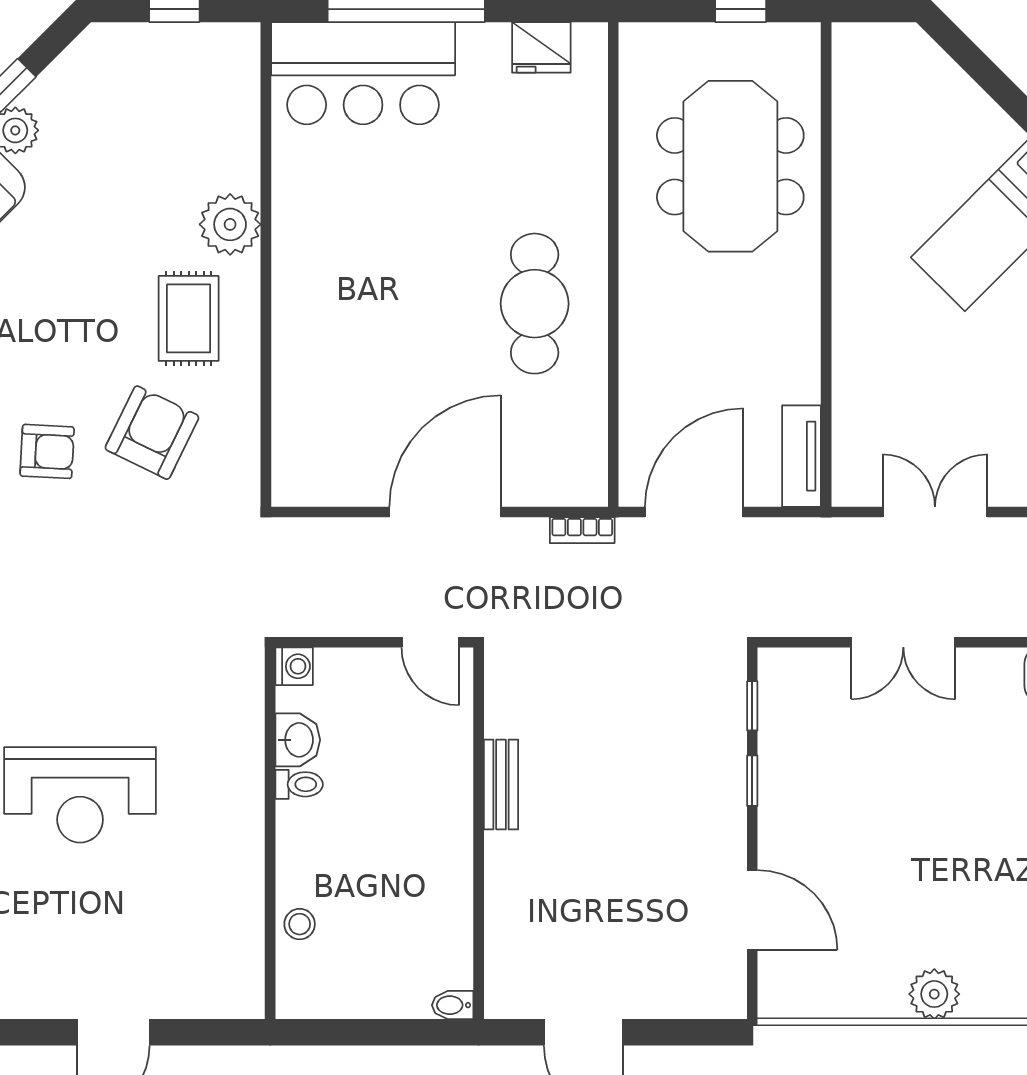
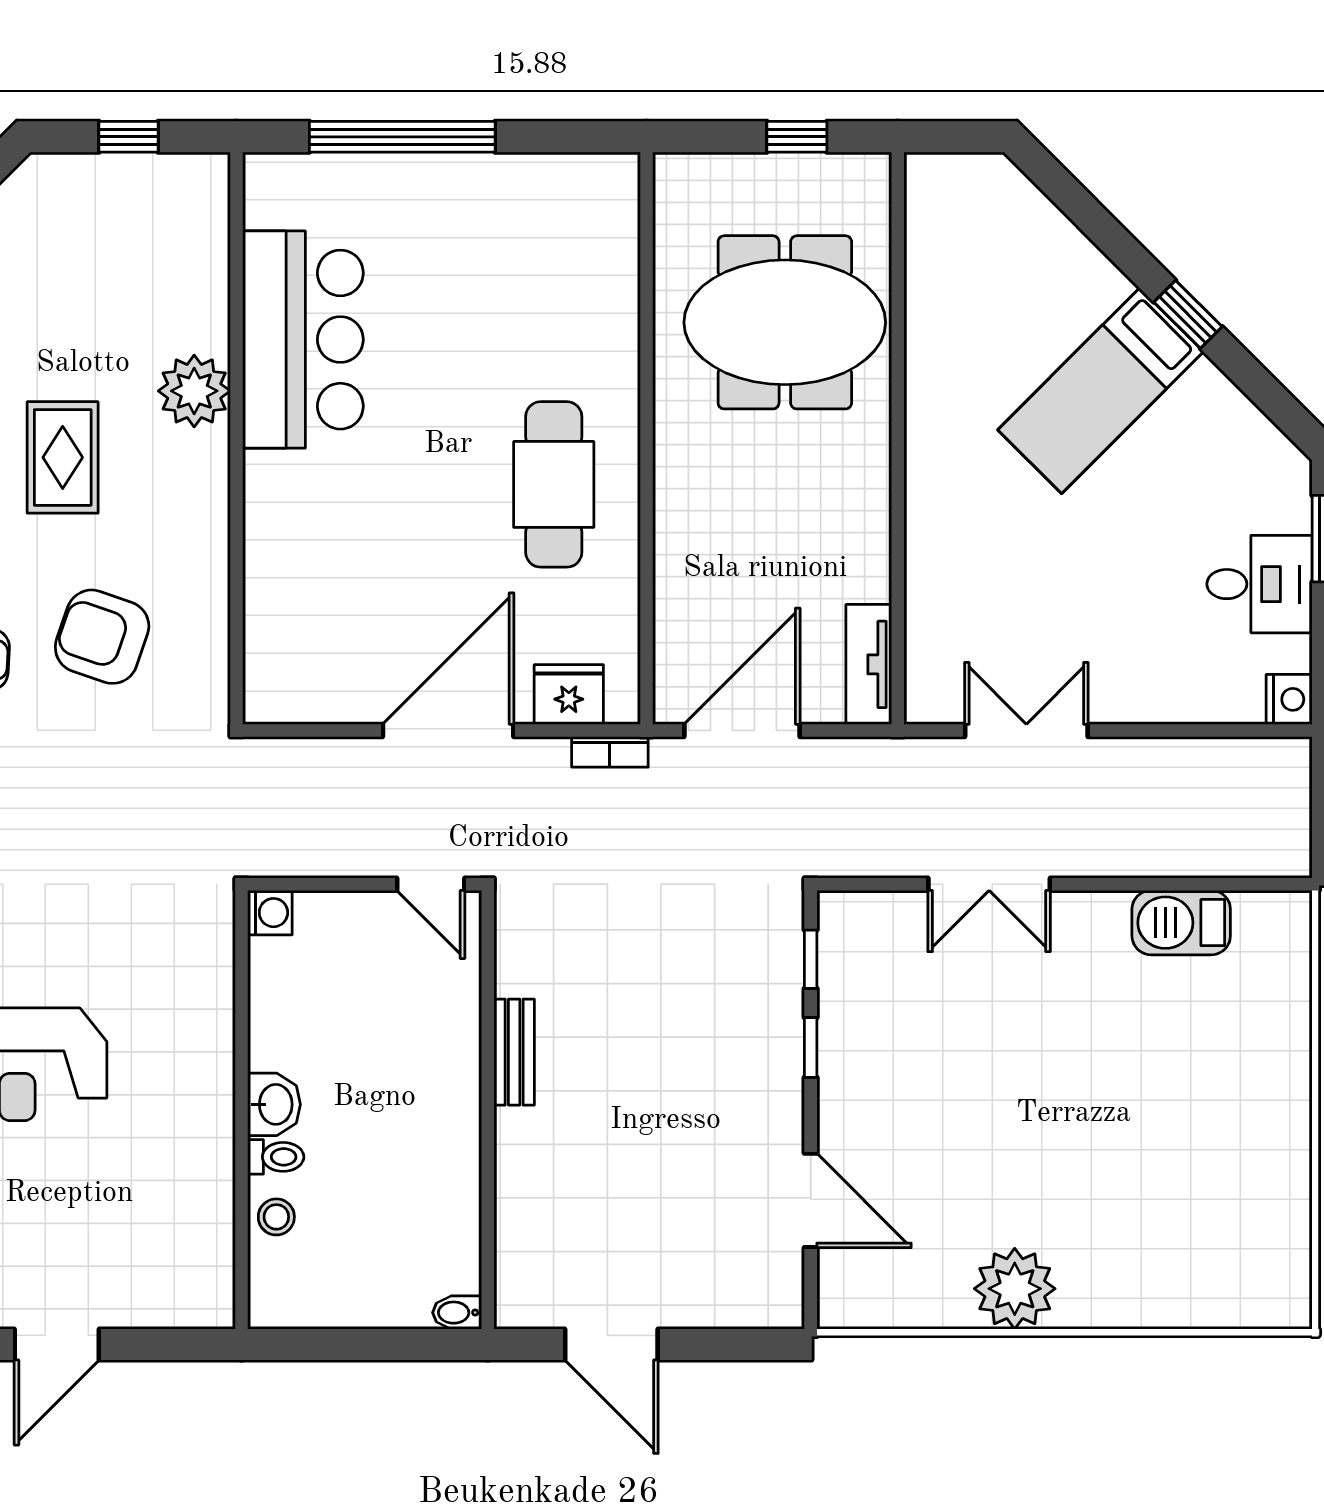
fridge: (541, 47) -> (569, 694), moved, turned 180
bar counter: (363, 73) -> (303, 340), moved, turned -90
meeting table: (730, 166) -> (785, 322), turned 90
rug: (189, 318) -> (63, 457), moved
armchair: (152, 433) -> (102, 637), turned -97
washbasin: (298, 740) -> (274, 1104), moved
toilet: (299, 784) -> (276, 1157), moved
plant: (934, 994) -> (1015, 1289), width x1.36, depth x1.36

